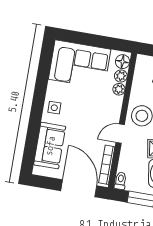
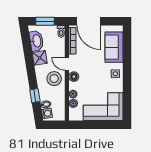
floor lamp: (123, 62) -> (74, 77), moved
door: (120, 134) -> (67, 64), swing flipped

